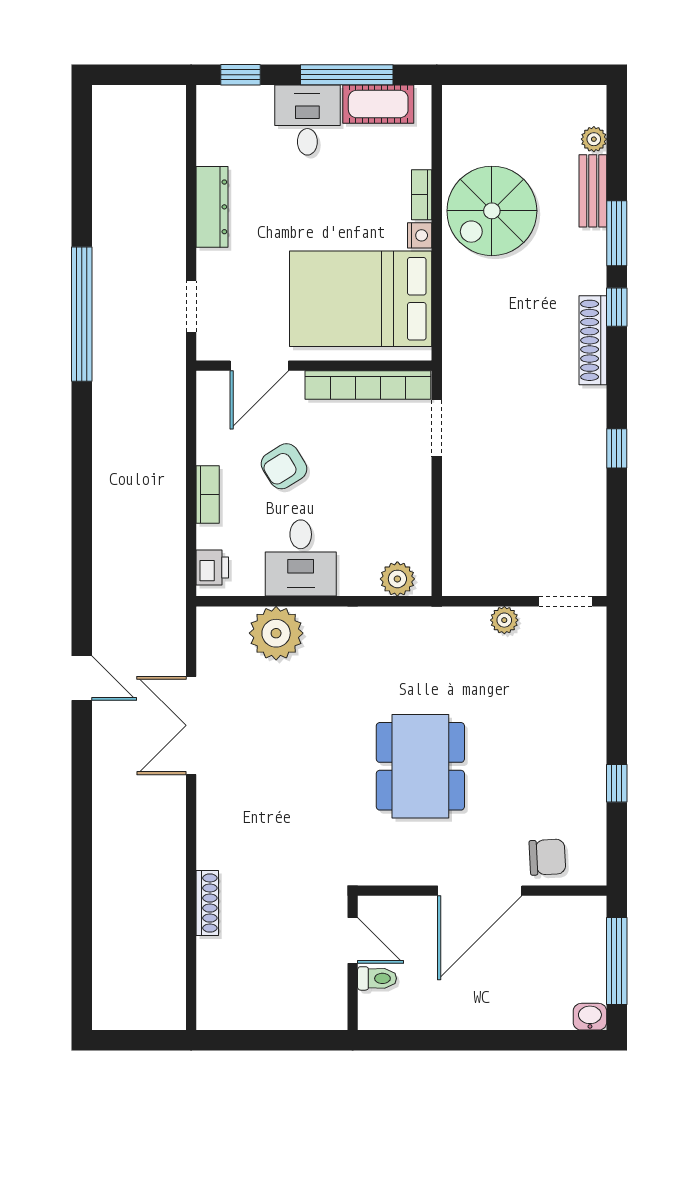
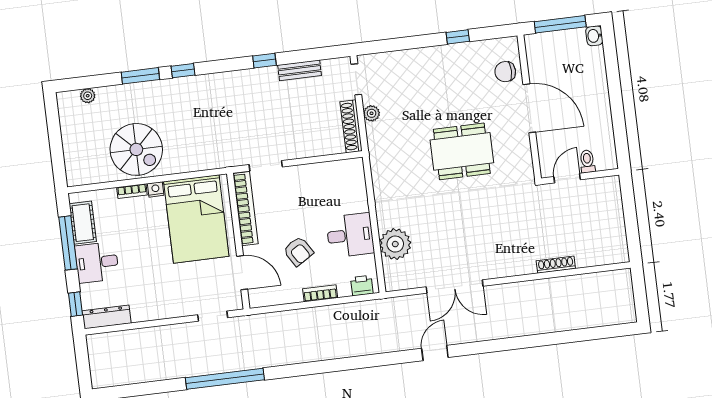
bench: (593, 191) -> (300, 70), moved
dresser: (212, 207) -> (107, 317), moved
shoe rack: (593, 340) -> (351, 126), moved, turned 90
plant: (397, 579) -> (355, 178), removed
chair: (547, 857) -> (505, 72), turned -87

